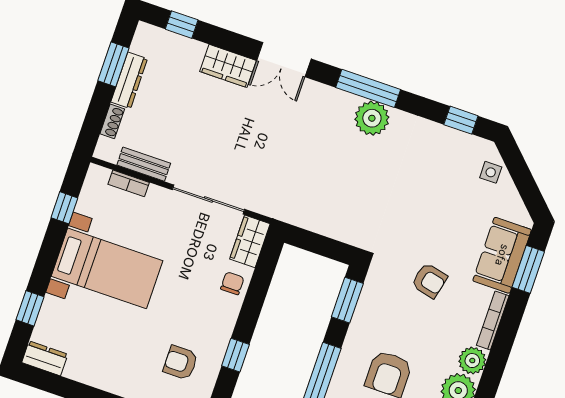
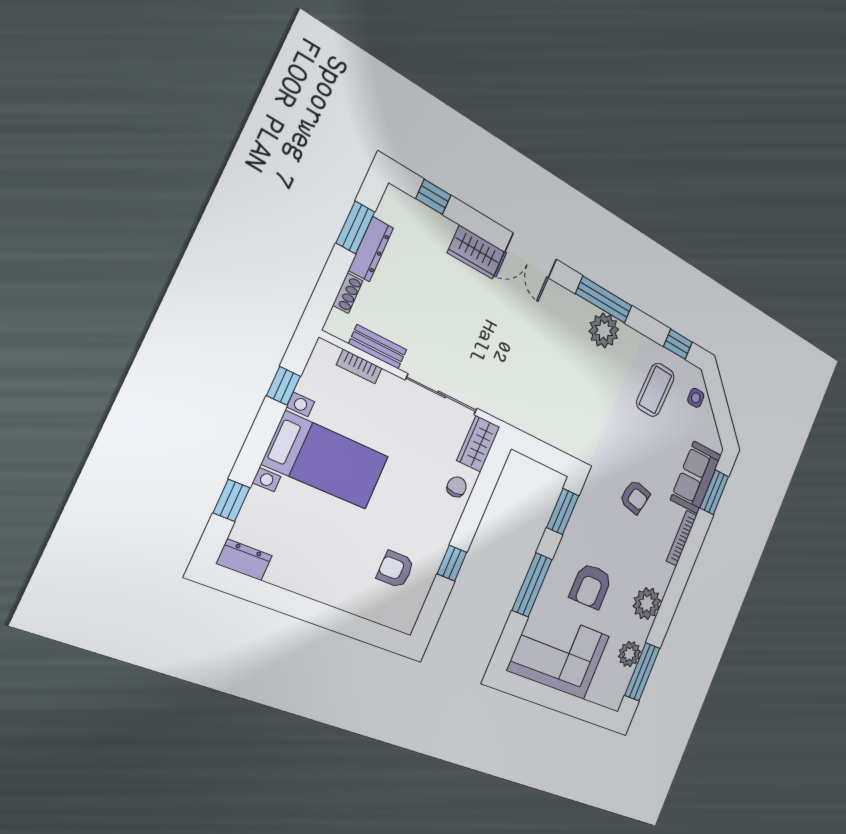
coffee table: (440, 170) -> (655, 390), added
plant: (472, 361) -> (661, 575), removed

